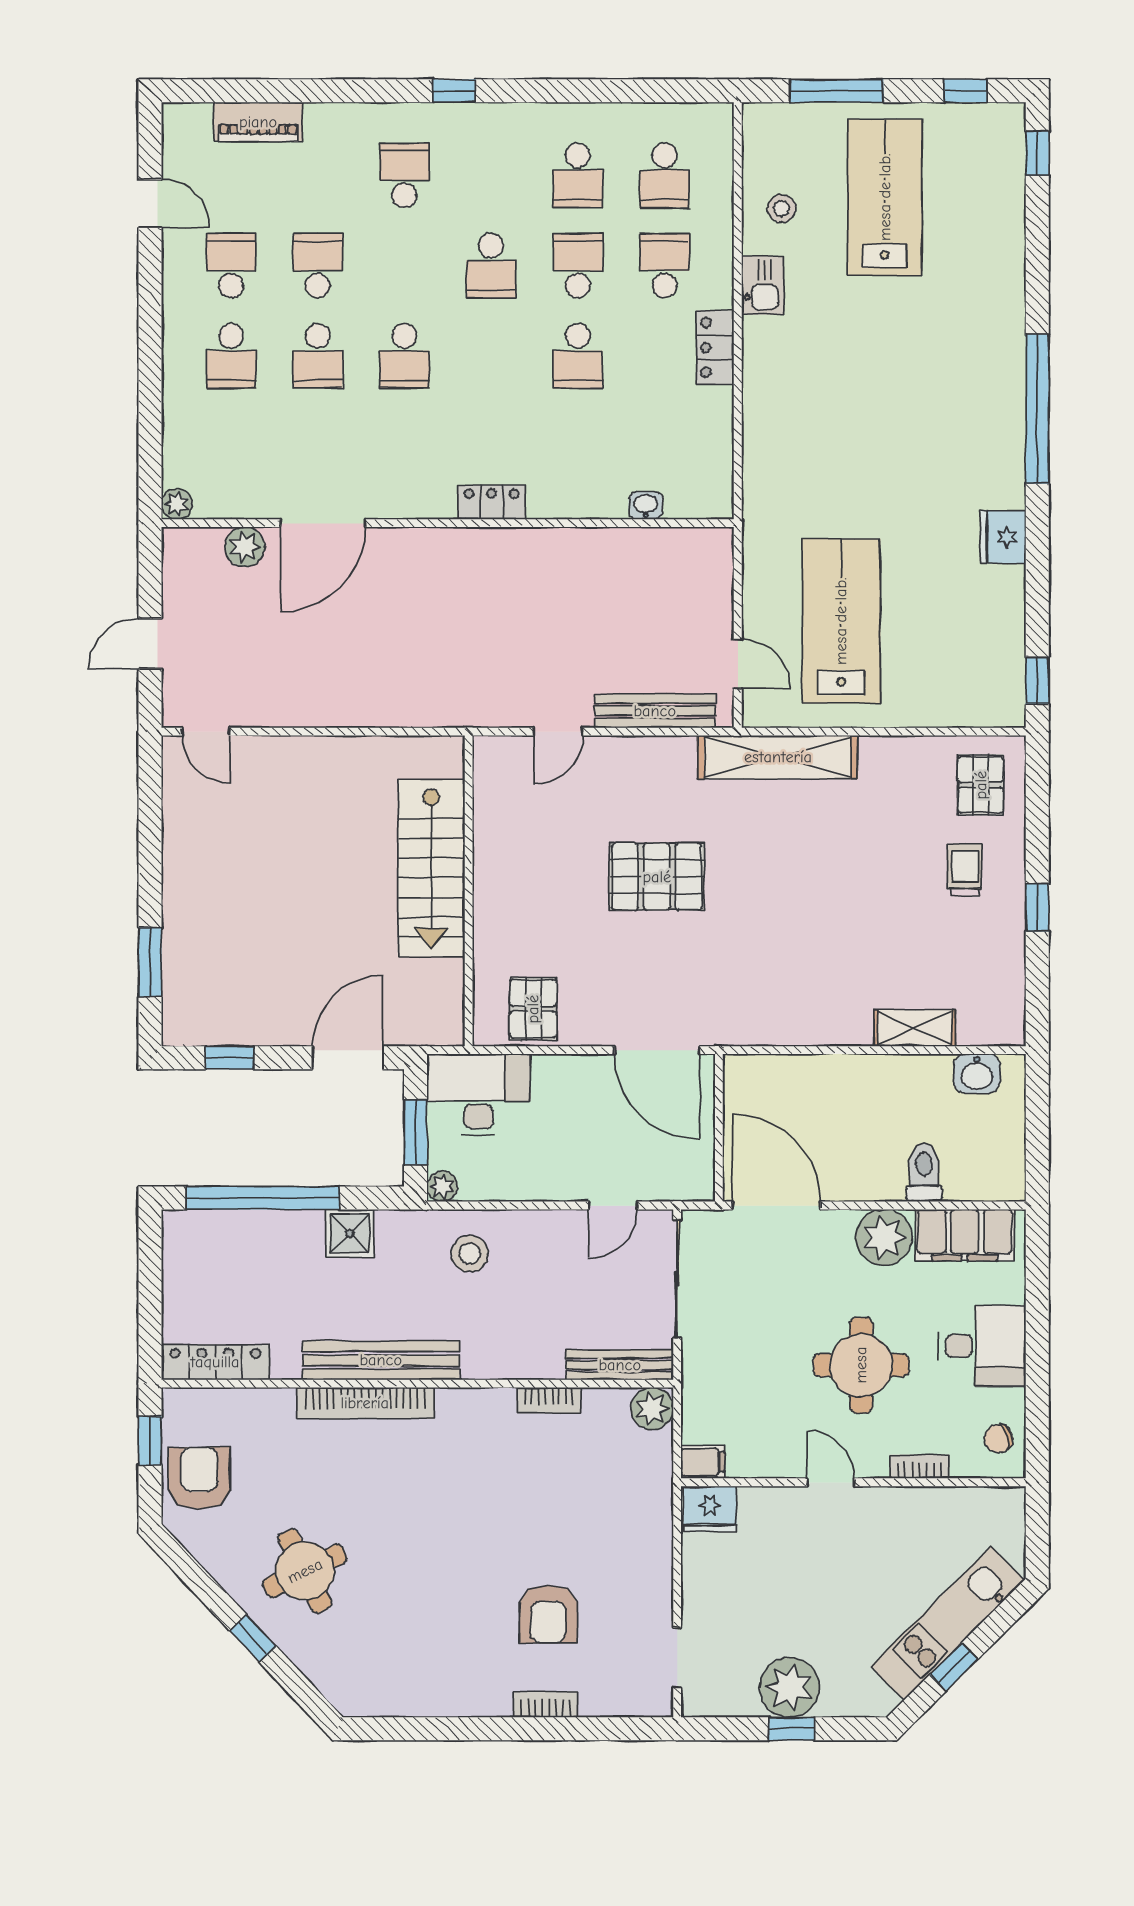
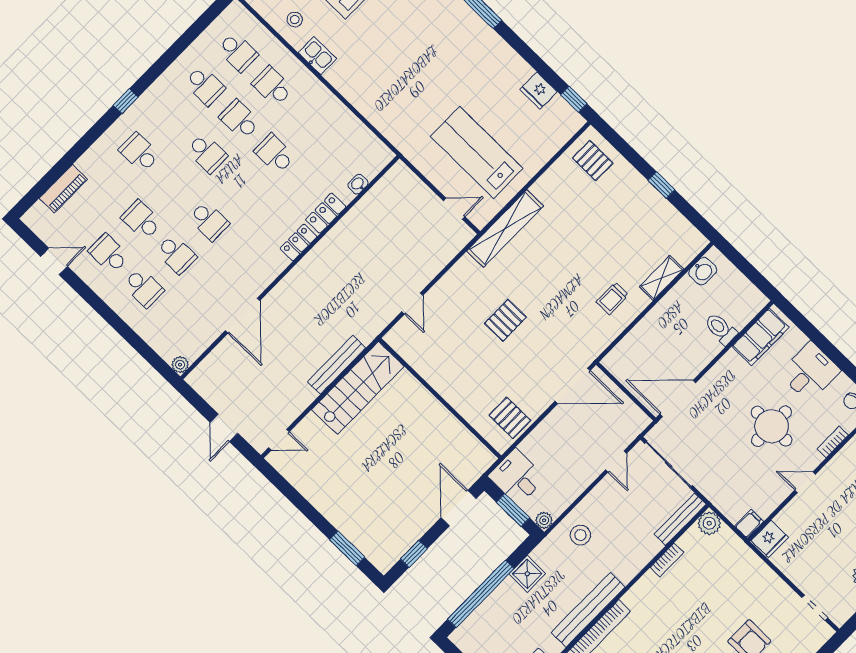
locker: (715, 347) -> (326, 213), moved, turned 90
school desk: (578, 356) -> (275, 154), turned 180
fridge: (1003, 537) -> (539, 91), moved
plant: (245, 547) -> (222, 355), removed
bench: (655, 711) -> (337, 365), moved
stairs: (431, 868) -> (358, 388), moved, turned -90
trolley: (965, 870) -> (612, 298), moved, turned -90
pallet: (657, 877) -> (505, 320), width x0.67, depth x0.71
desk: (479, 1094) -> (517, 477), width x0.73
plant: (884, 1237) -> (731, 369), removed

